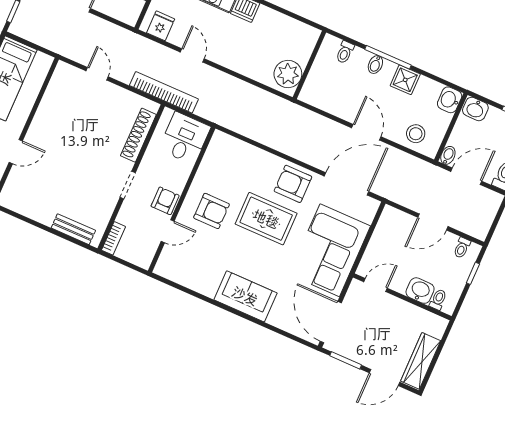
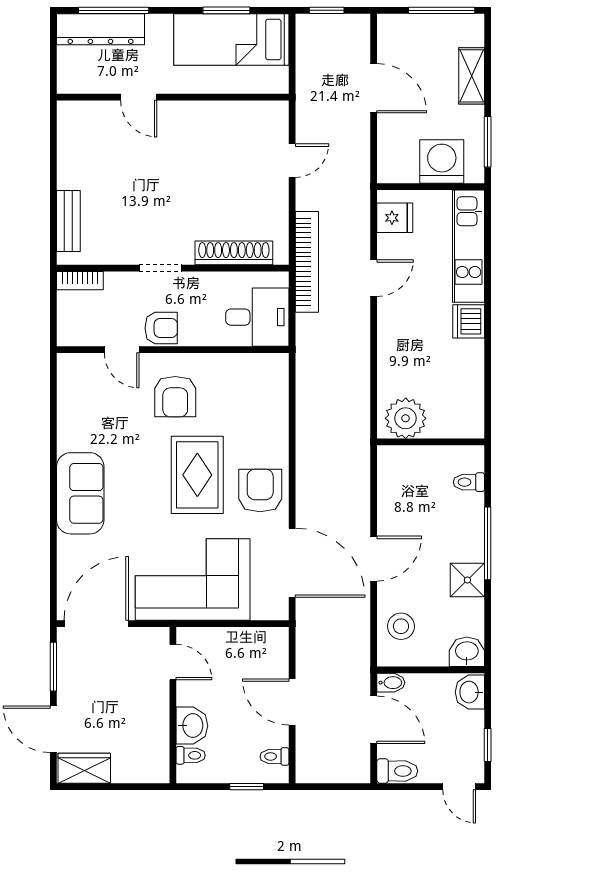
bidet: (375, 64) -> (470, 531), removed
wardrobe: (421, 361) -> (84, 768), width x0.67

